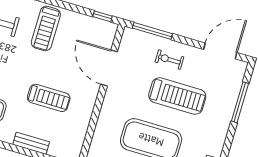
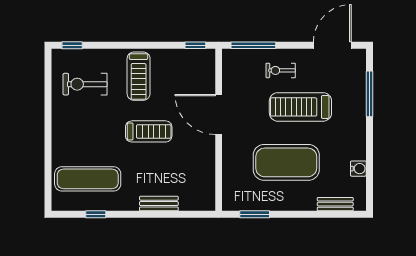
door: (109, 68) -> (219, 114), moved
treadmill: (177, 96) -> (300, 107), turned 180
treadmill: (49, 98) -> (149, 131), moved

